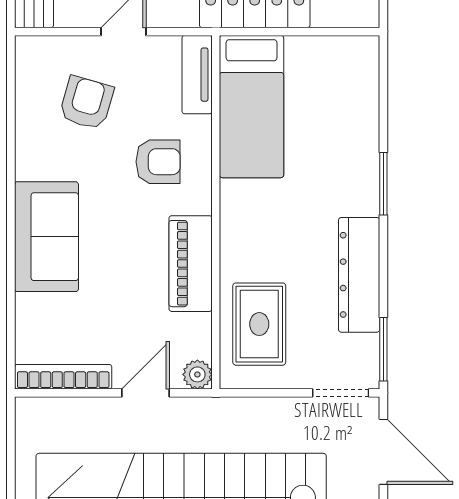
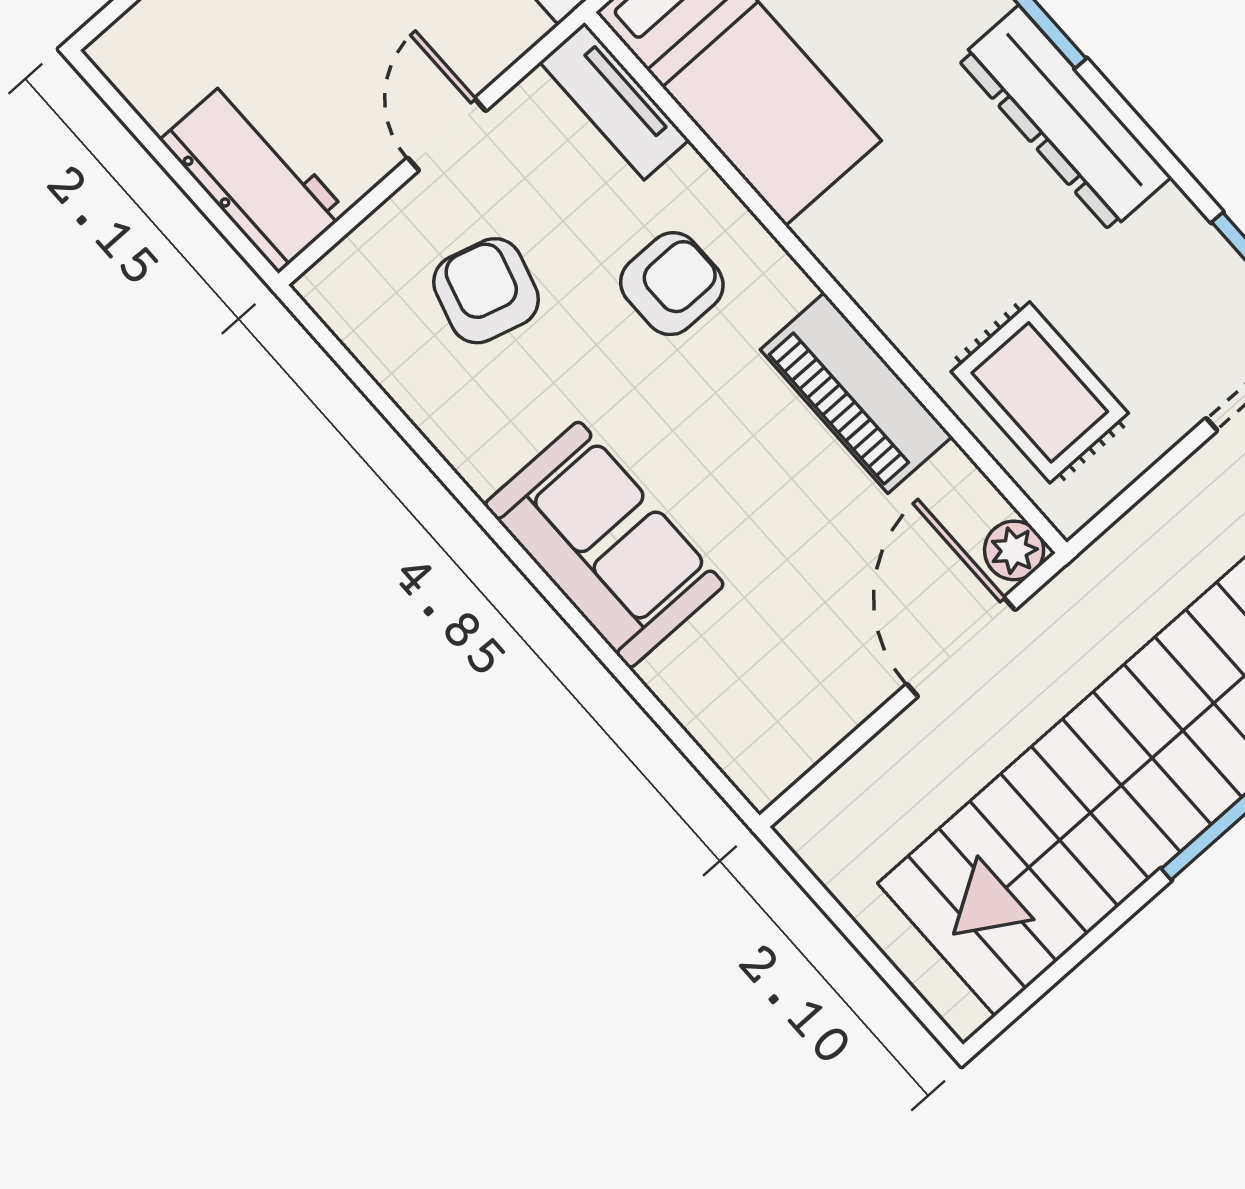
dresser: (359, 275) -> (1064, 118), moved
bookcase: (63, 377) -> (816, 732), removed
door: (146, 393) -> (961, 647), width x1.38

